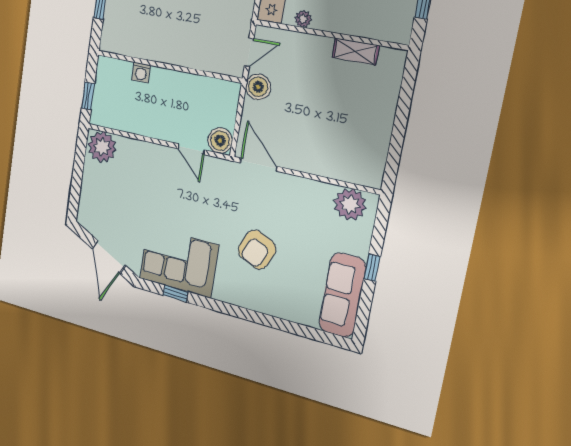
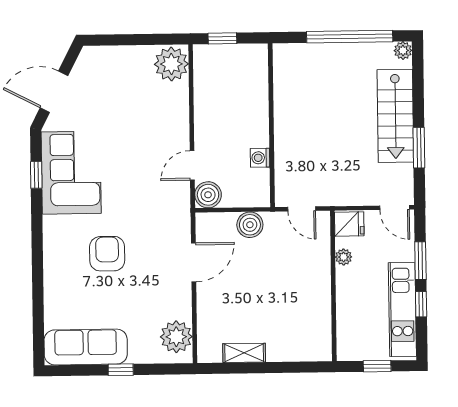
shelving: (356, 52) -> (244, 353), moved, turned 90
washing machine: (141, 72) -> (260, 158), moved
boiler: (258, 87) -> (250, 225), moved
door: (259, 165) -> (194, 262), moved
armchair: (257, 250) -> (107, 254), turned 66

